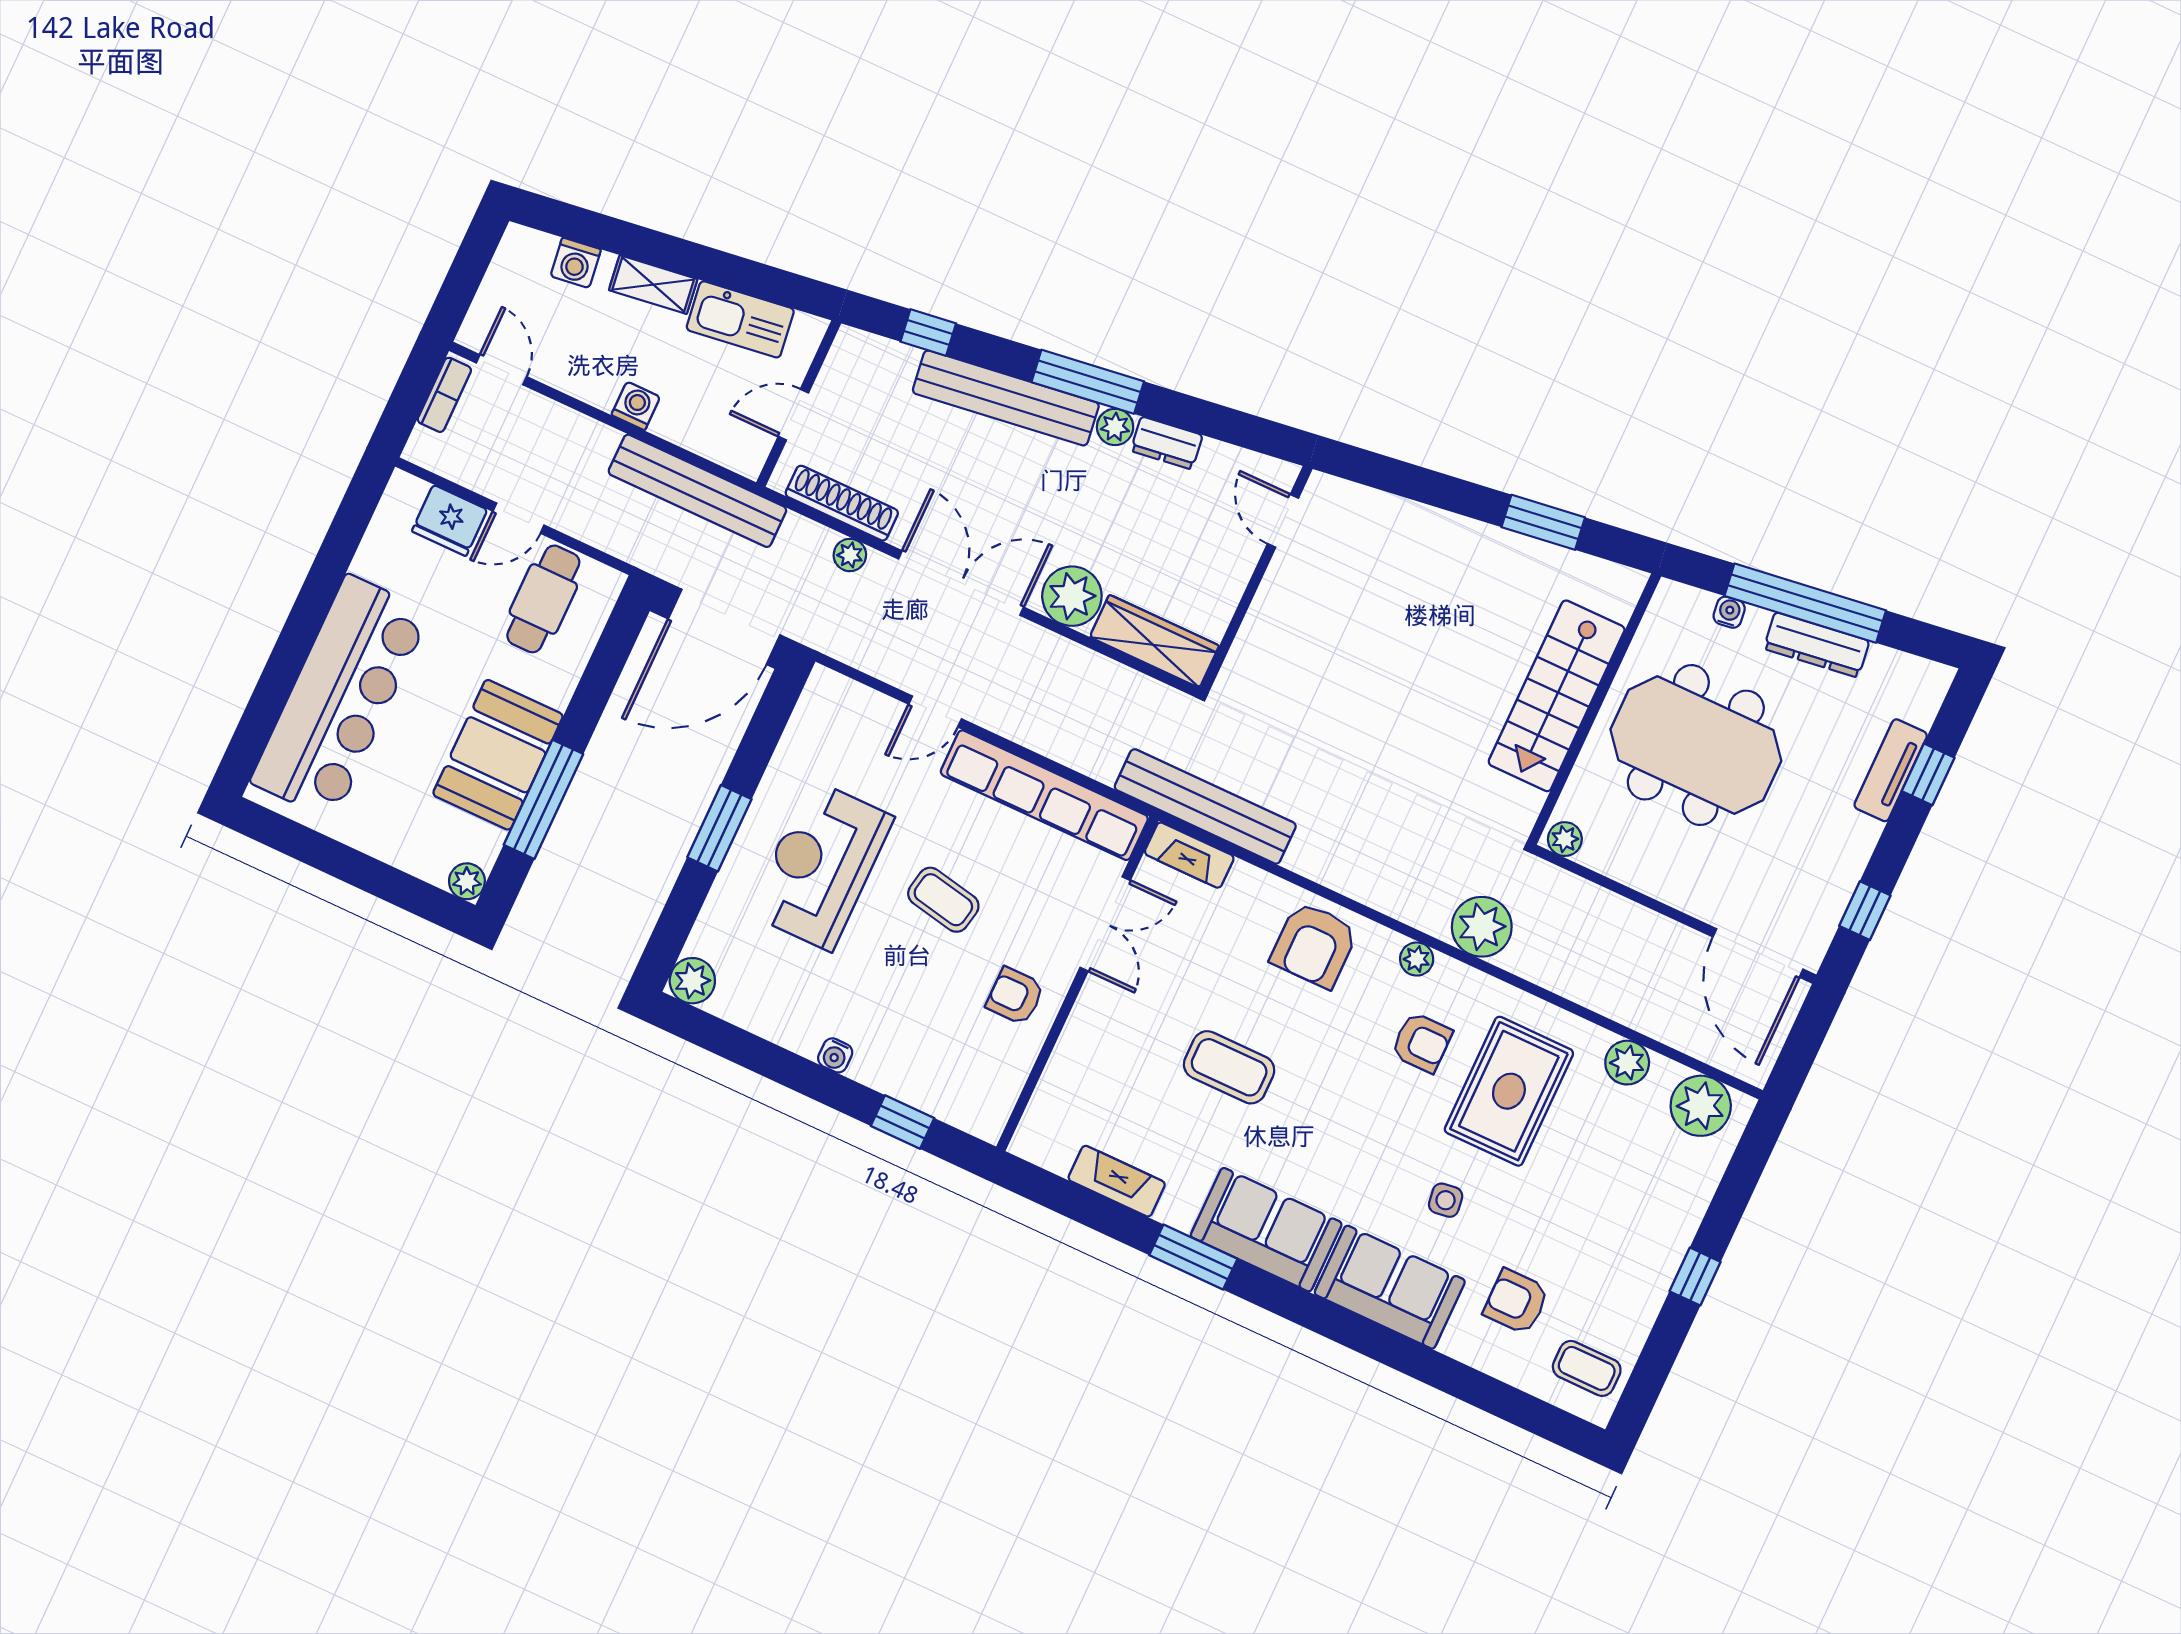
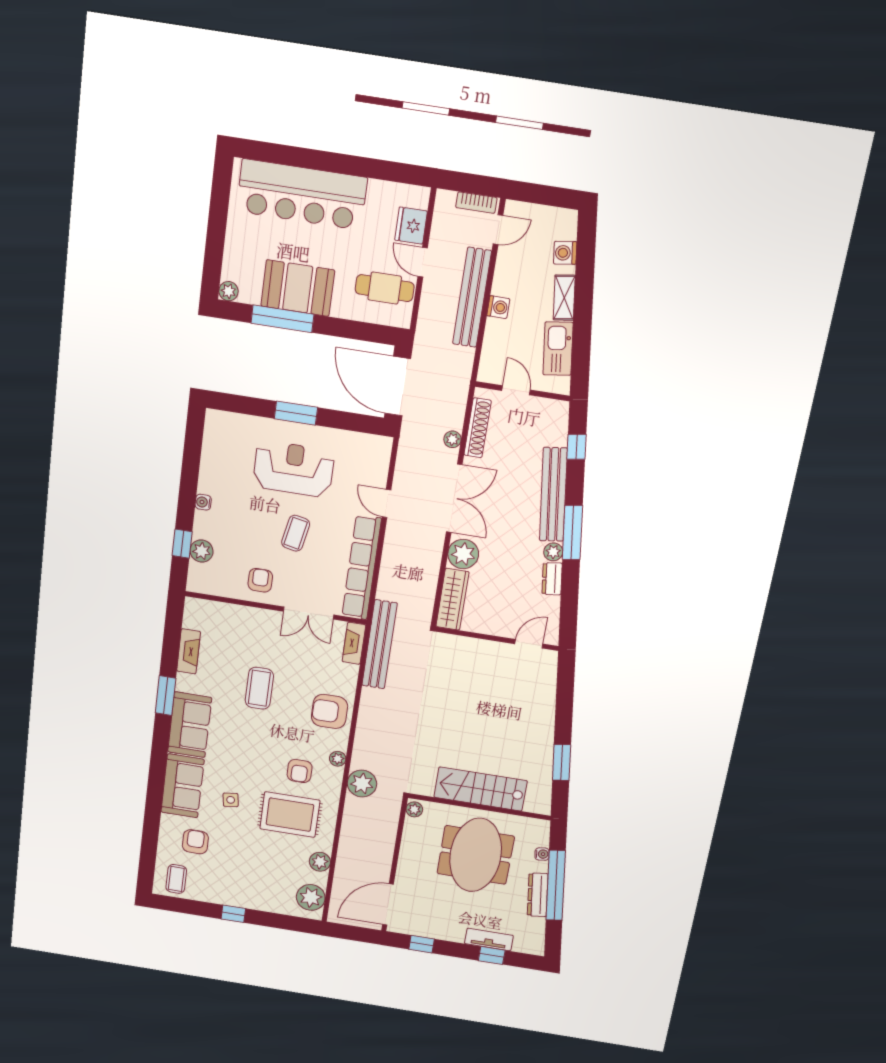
bench: (697, 491) -> (472, 297), moved
plant: (692, 981) -> (202, 551), moved

